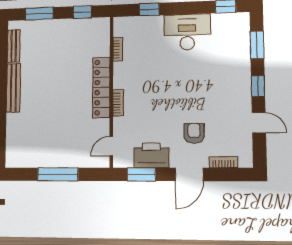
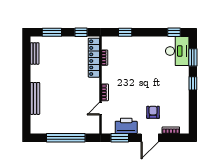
desk: (187, 32) -> (177, 51), moved, turned 90
locker: (101, 87) -> (94, 58), moved
bench: (13, 88) -> (35, 98), moved
door: (259, 123) -> (193, 106), removed
door: (111, 146) -> (101, 109), moved
window: (58, 174) -> (66, 138), width x1.46

